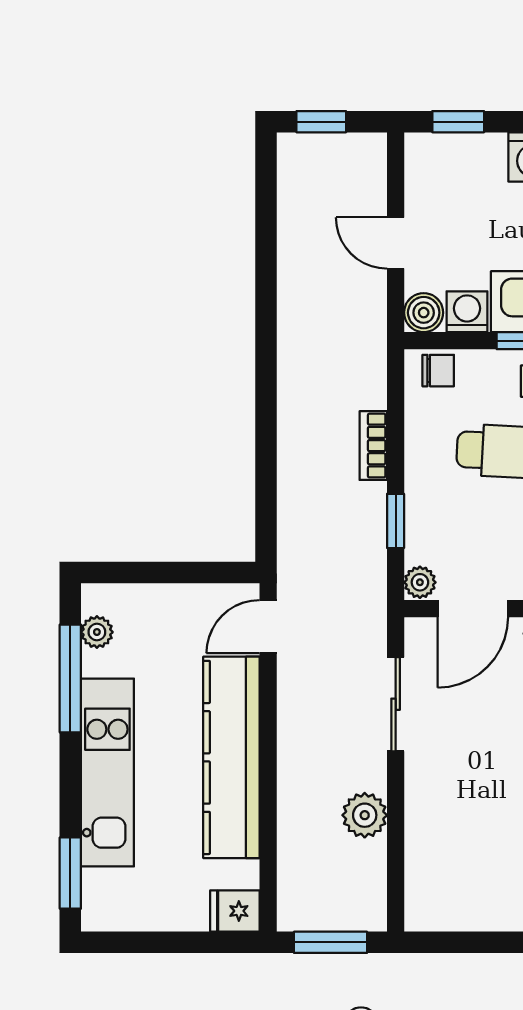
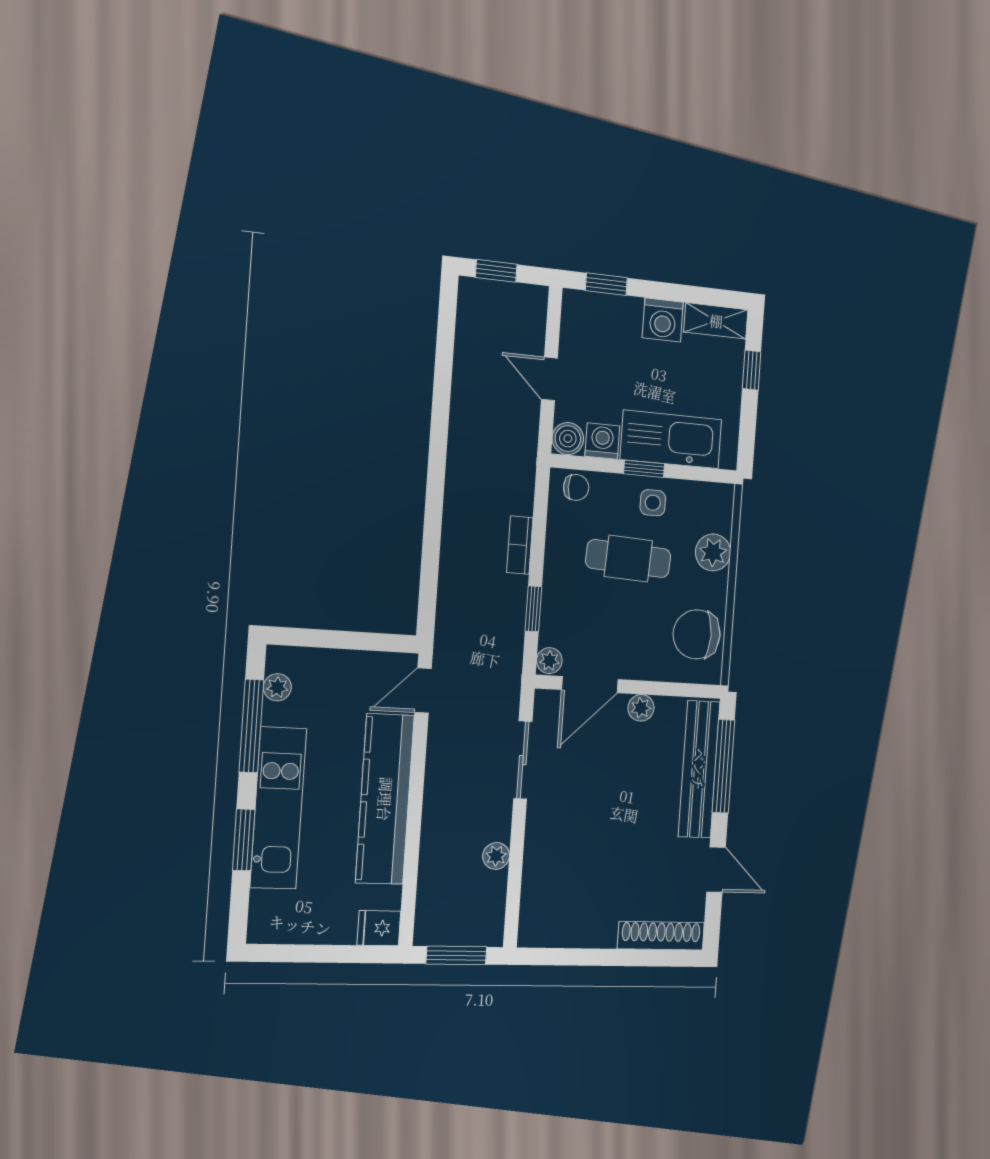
plant: (365, 815) -> (496, 856), width x0.73, depth x0.73
window: (70, 873) -> (244, 840), moved

